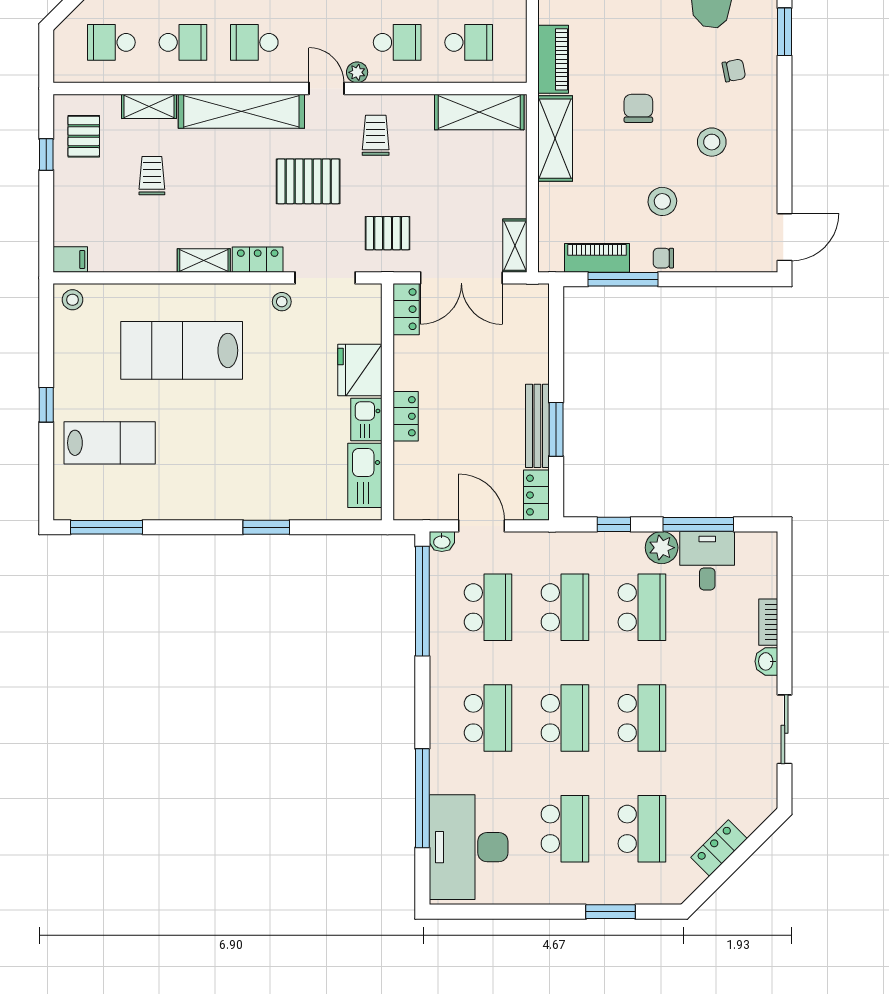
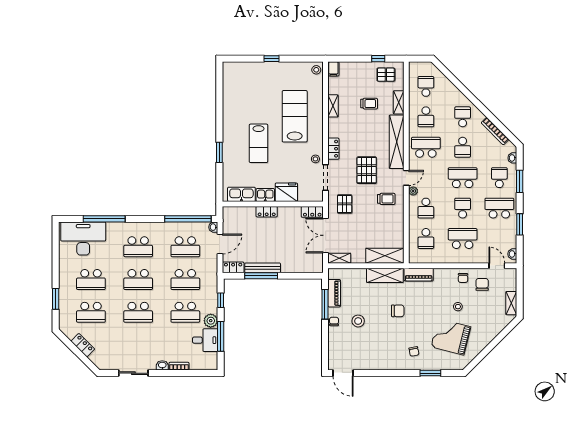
school desk: (254, 42) -> (426, 147), width x1.85
shelving: (479, 112) -> (385, 256), moved, turned 90
stool: (712, 142) -> (383, 342), removed
shelving: (204, 260) -> (333, 106), moved
window: (556, 429) -> (261, 276), width x1.44
lab bench: (110, 443) -> (258, 143), moved
window: (107, 527) -> (219, 84), removed

